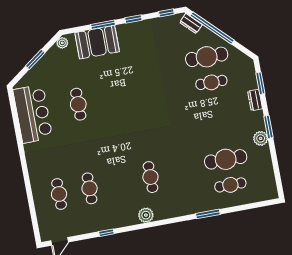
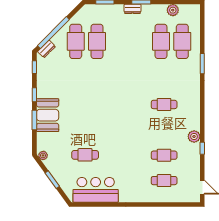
booth: (97, 42) -> (48, 115), moved
cafe table: (211, 82) -> (97, 41), width x1.37, depth x1.35
dresser: (255, 100) -> (132, 9), moved
cafe table: (78, 104) -> (85, 155), moved
plant: (261, 138) -> (173, 10), moved
cafe table: (230, 185) -> (182, 41), width x1.37, depth x1.35
plant: (146, 215) -> (194, 136), moved

